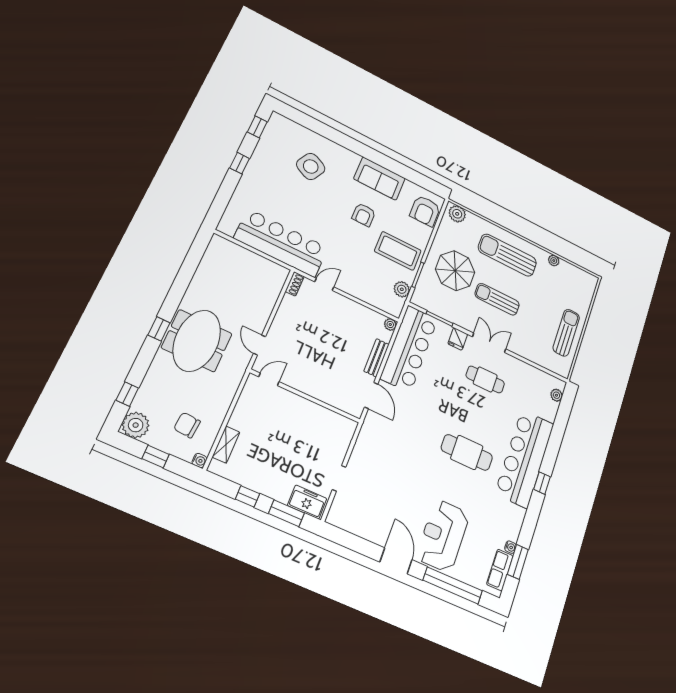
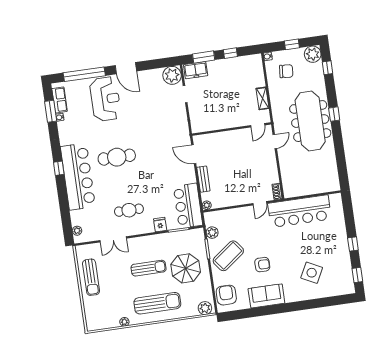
armchair: (364, 215) -> (262, 265), turned 90
coffee table: (398, 251) -> (228, 256), turned -37
meeting table: (197, 341) -> (310, 121), width x1.36
double door: (489, 343) -> (113, 239), moved
door: (259, 345) -> (275, 141), hinge flipped
bar counter: (409, 349) -> (188, 206), width x0.73
shelving: (226, 445) -> (262, 98), moved
plant: (342, 514) -> (172, 75), added

